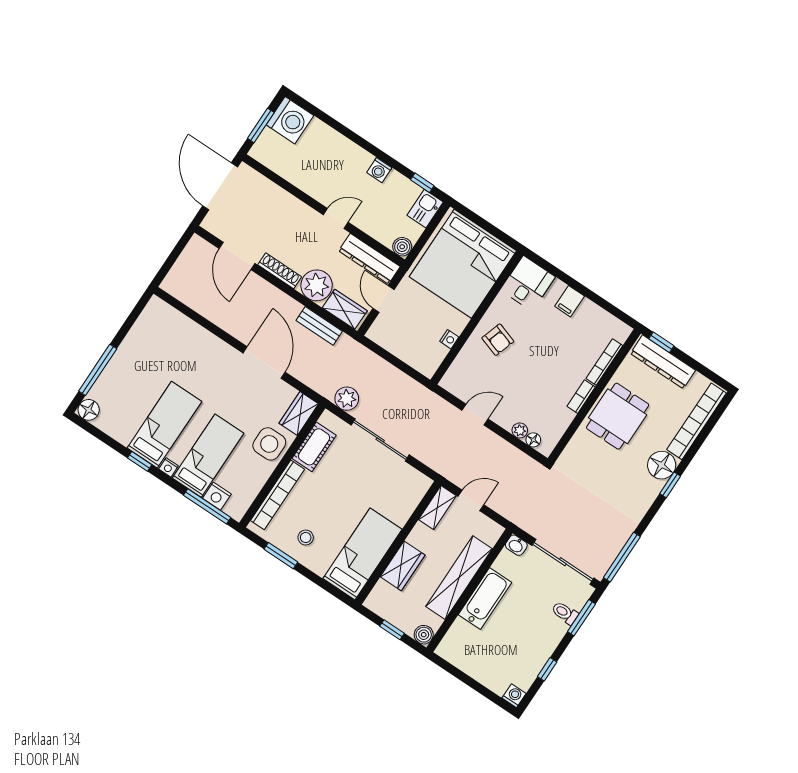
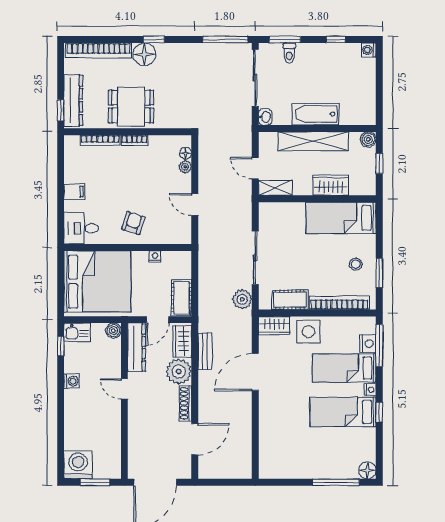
cot: (389, 338) -> (181, 298), added

